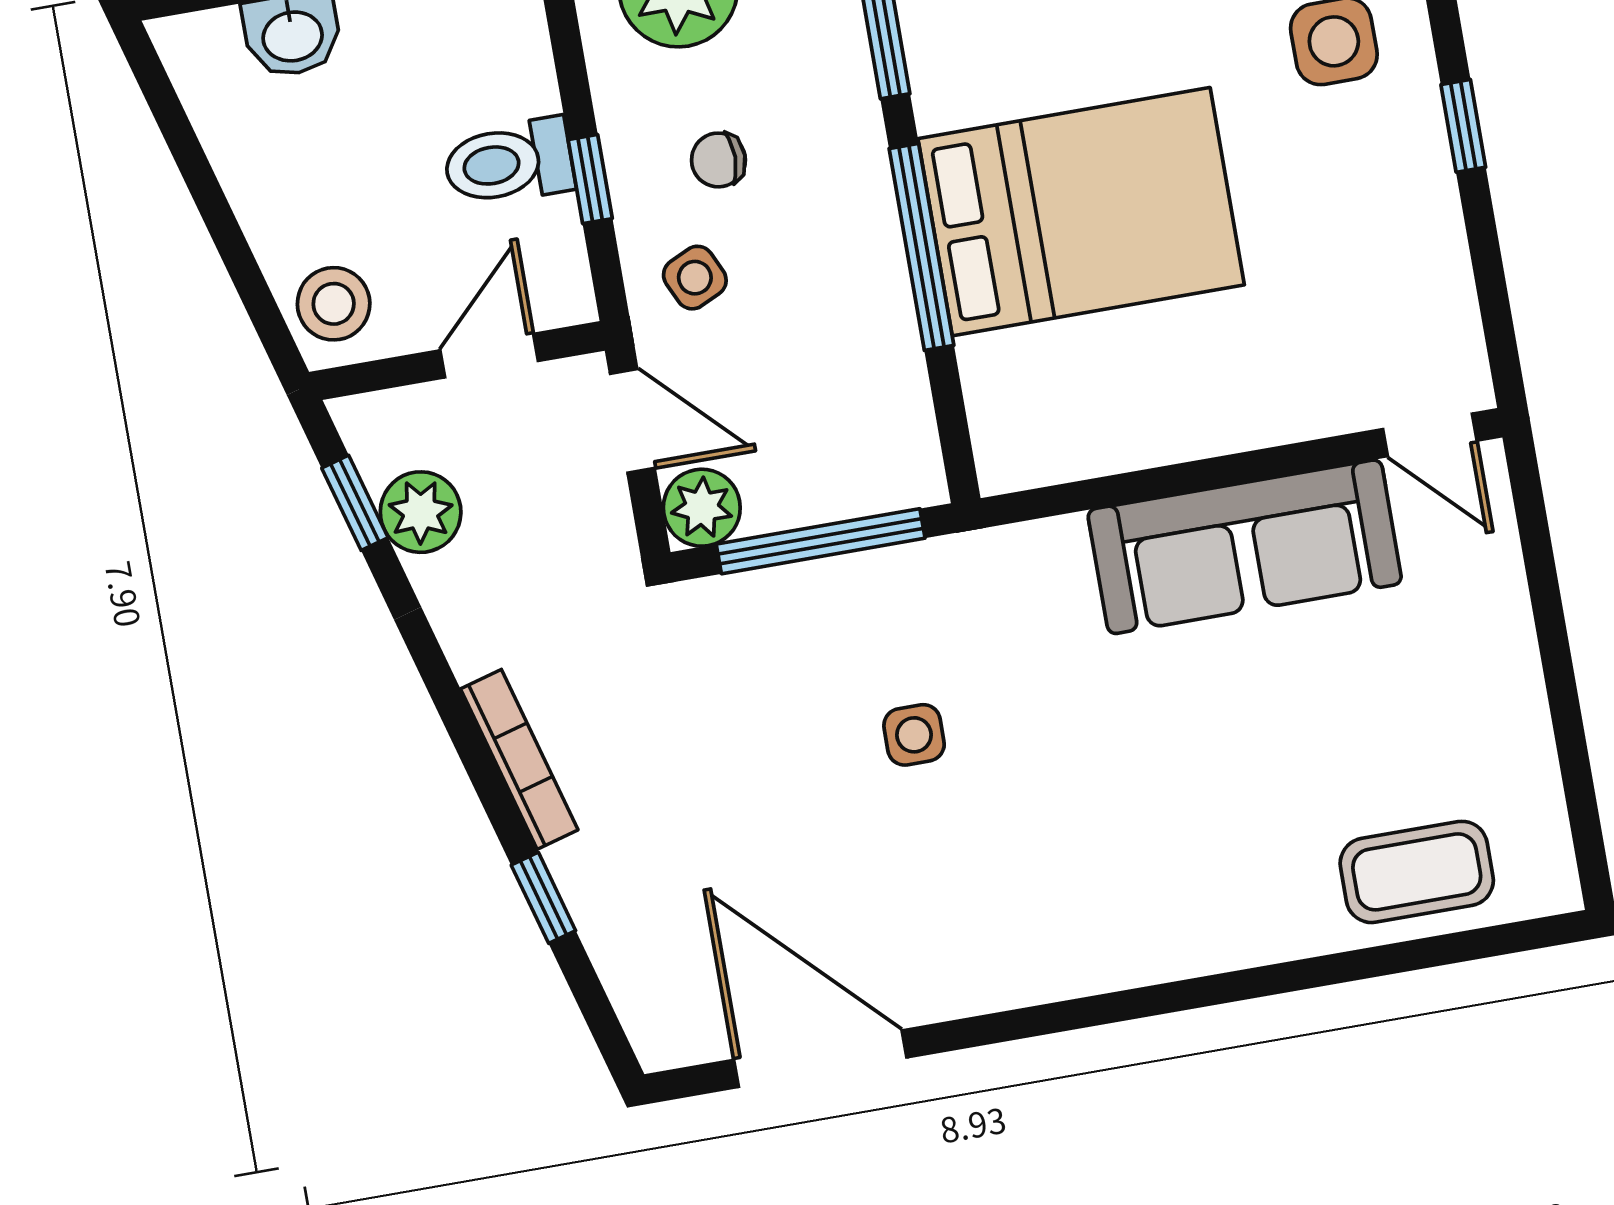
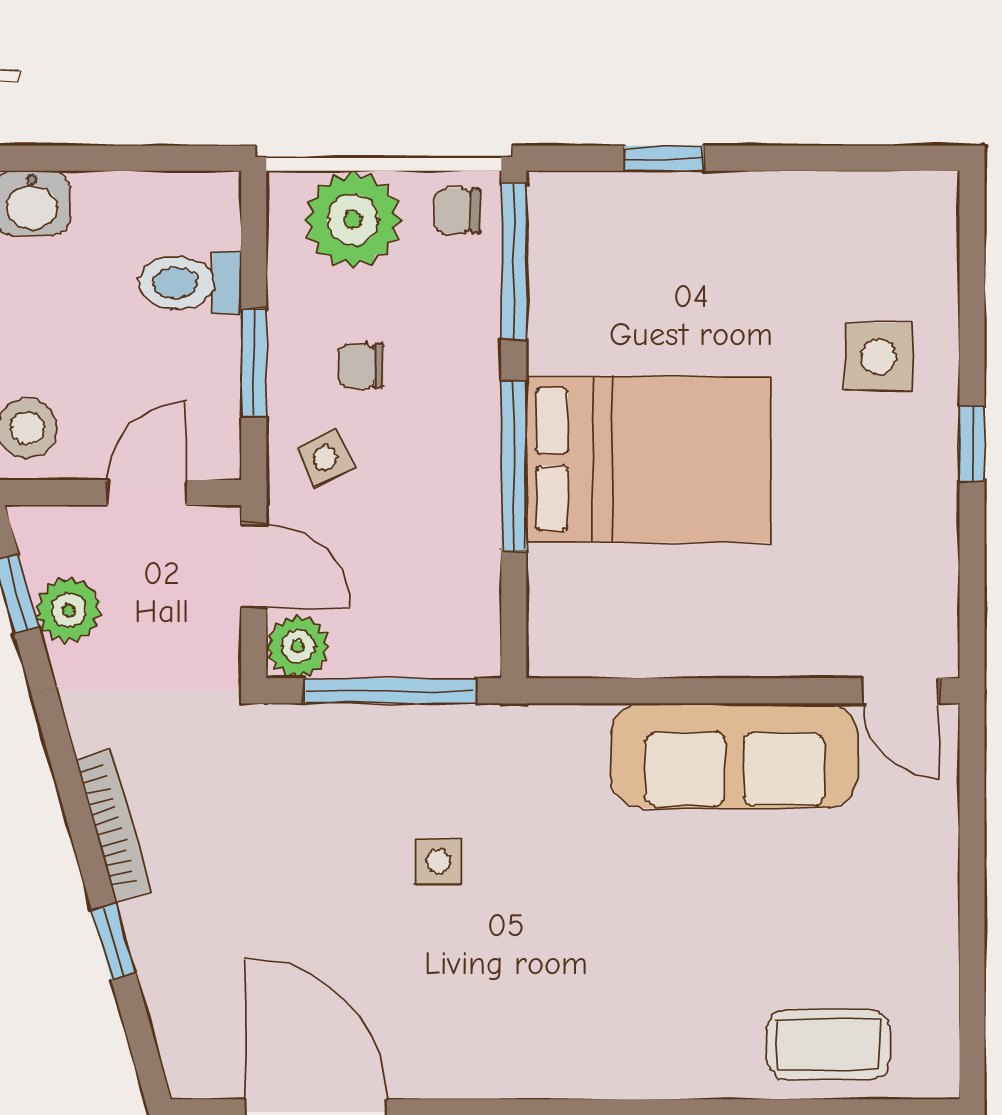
toilet: (509, 162) -> (190, 283), moved
window: (590, 179) -> (254, 363), width x1.50

